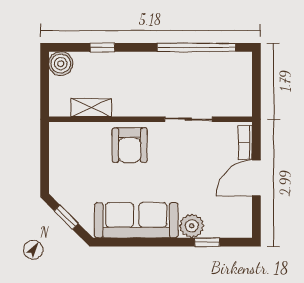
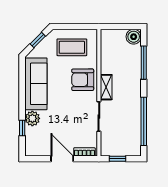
window: (102, 47) -> (144, 63), width x2.17
window: (256, 90) -> (117, 159), added
shelving: (91, 108) -> (106, 87), moved
coffee table: (78, 163) -> (72, 47), added

